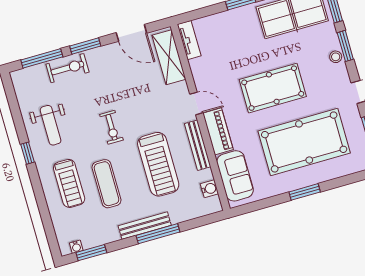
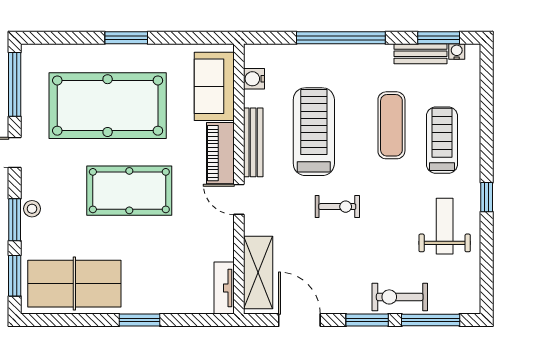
exercise bike: (111, 127) -> (337, 207), moved, turned 90
bench: (145, 226) -> (421, 54), moved, width x0.73
window: (158, 234) -> (341, 38), width x1.46

